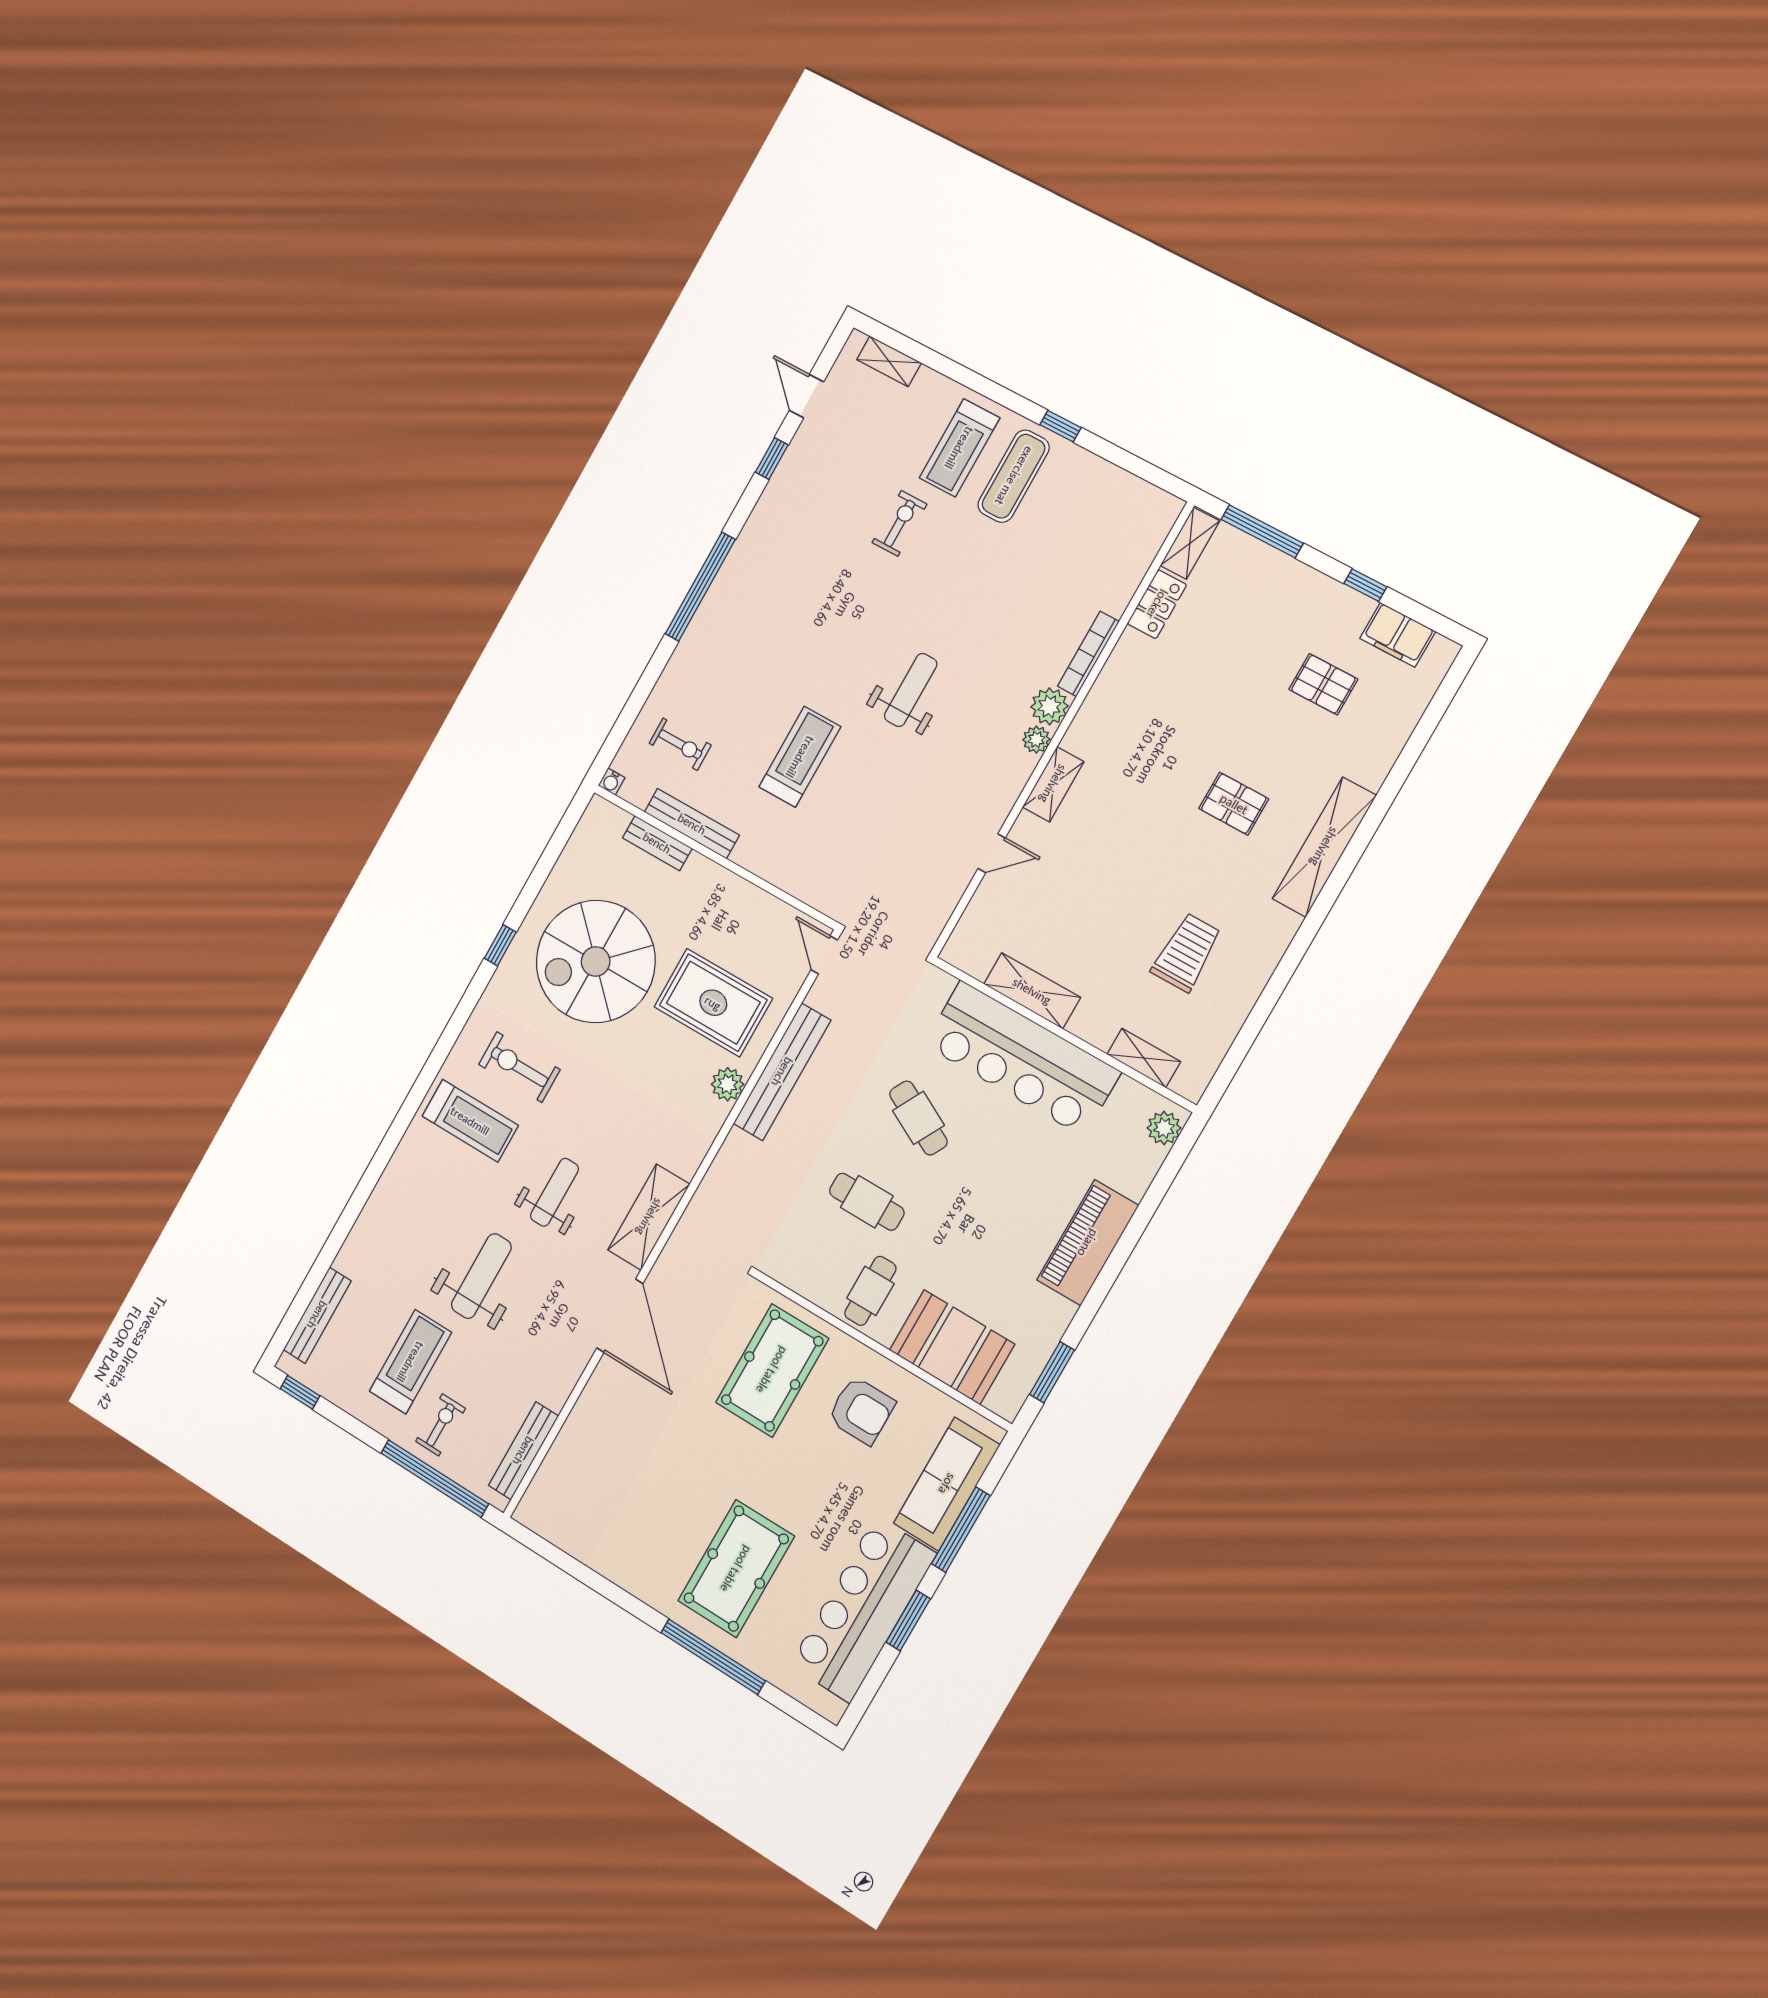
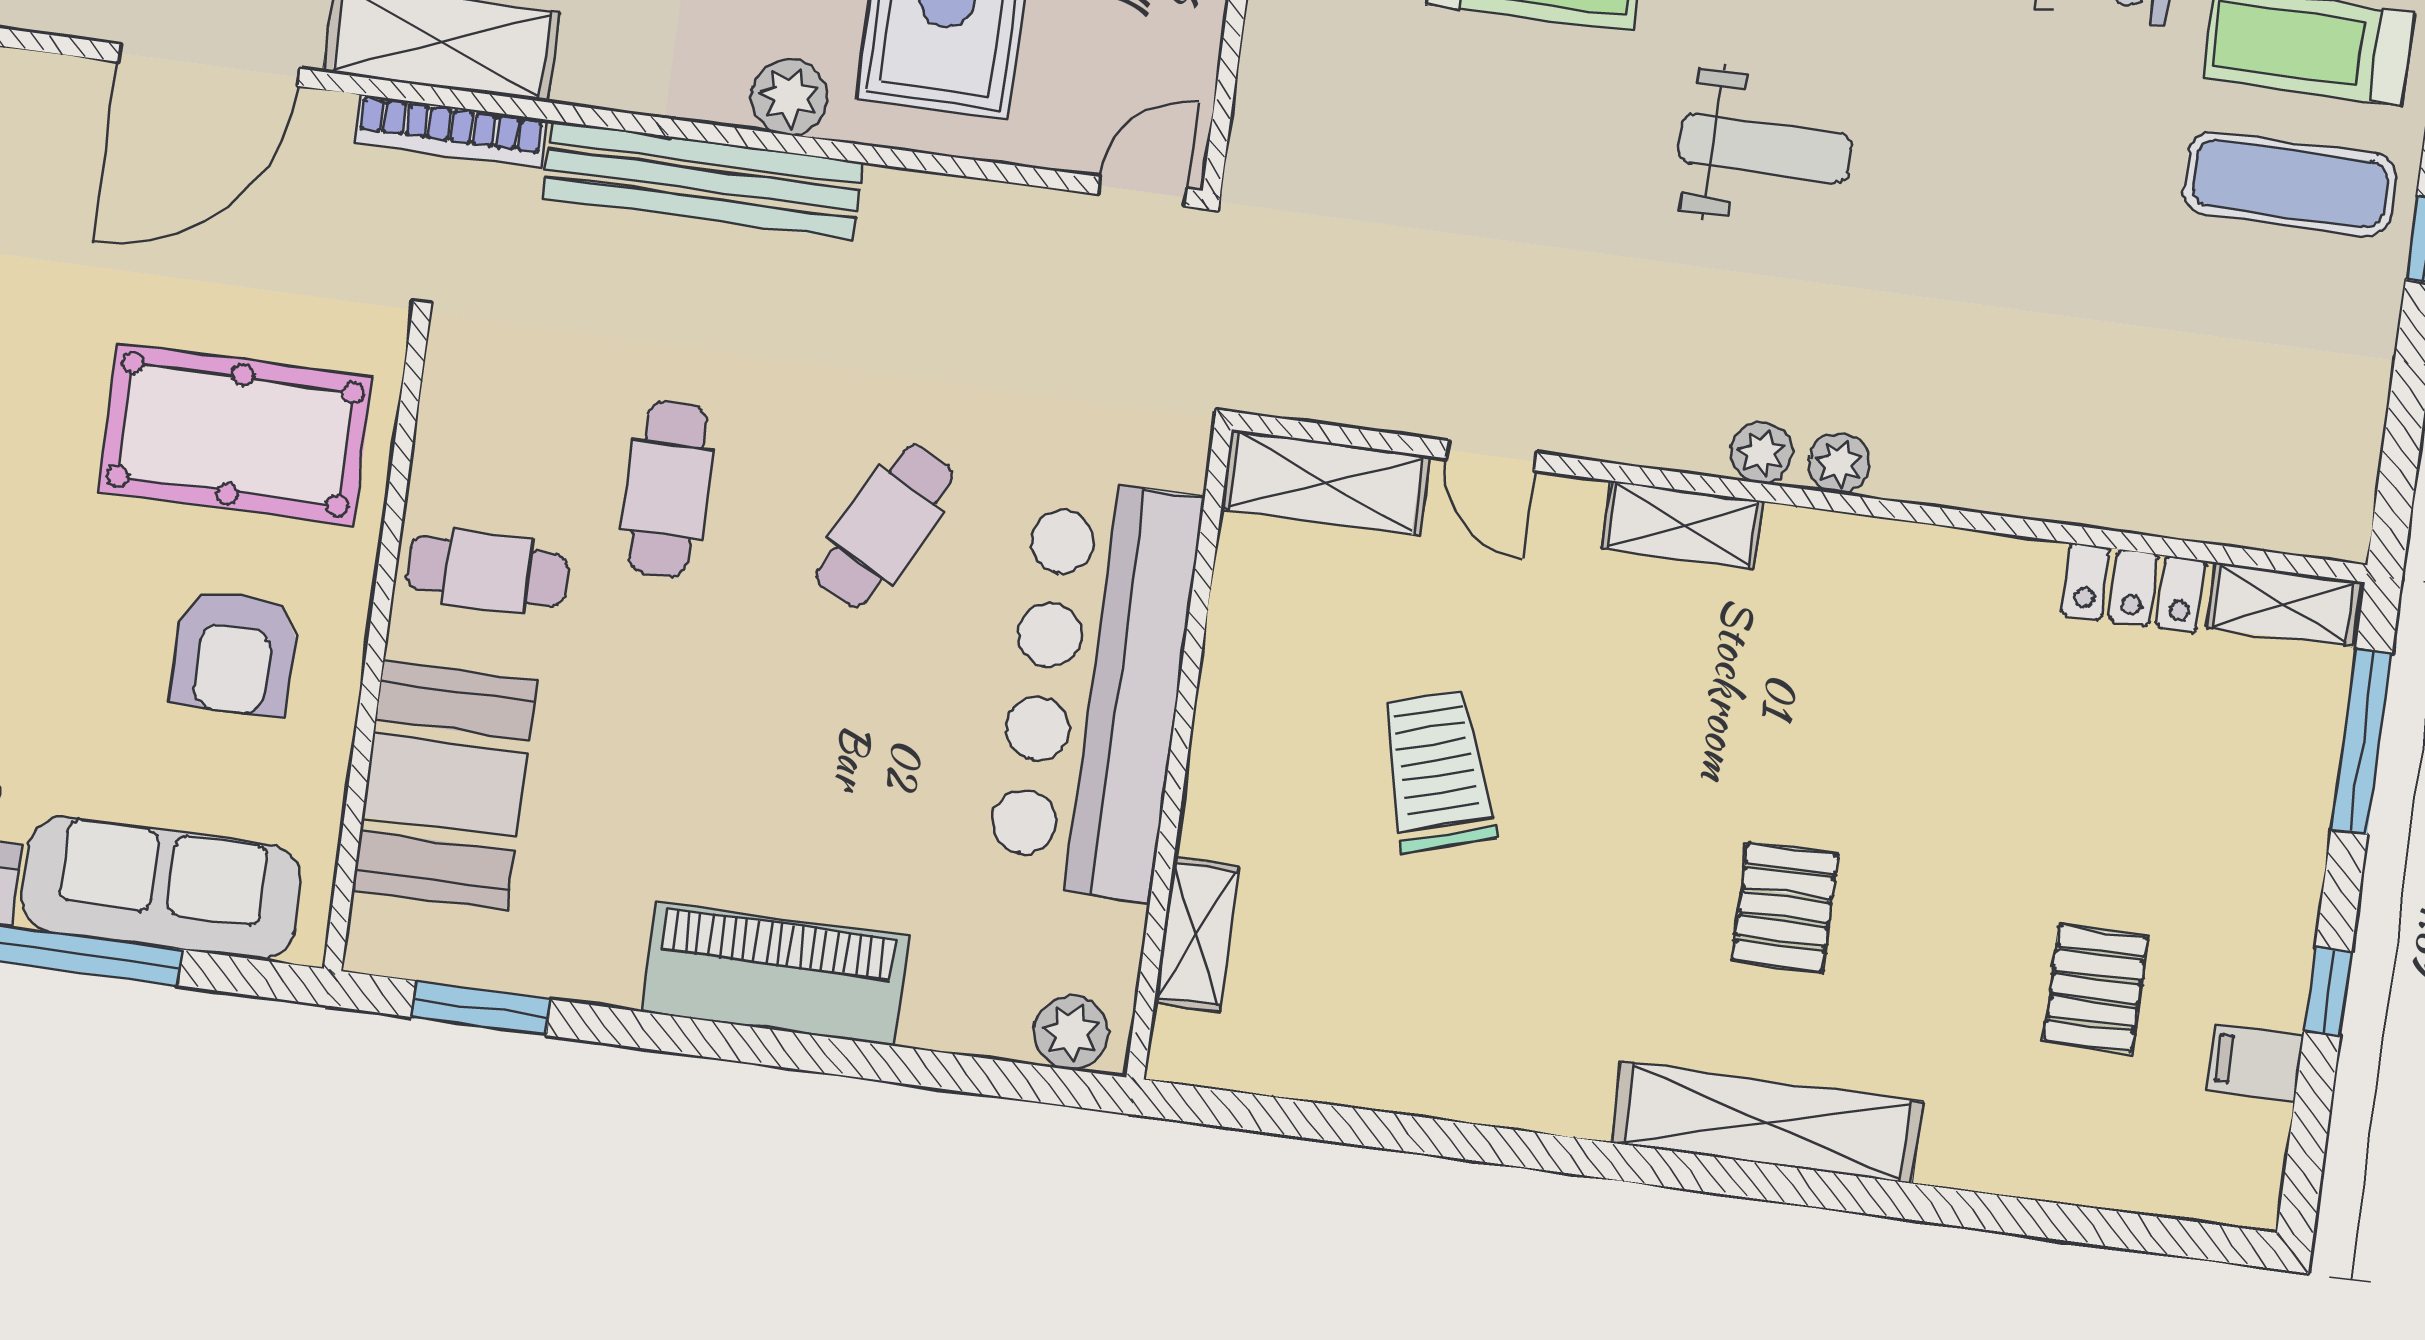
filing cabinet: (1398, 635) -> (2255, 1062), width x0.50
bookcase: (1088, 654) -> (450, 131), moved, turned 180
plant: (1049, 706) -> (1839, 463), width x0.73, depth x0.73
trolley: (1186, 952) -> (1437, 771), moved, turned -107
shelving: (1032, 991) -> (1326, 482), moved, turned 90
bench: (782, 1072) -> (703, 180), moved

